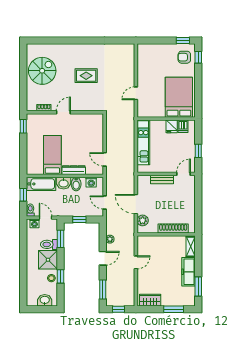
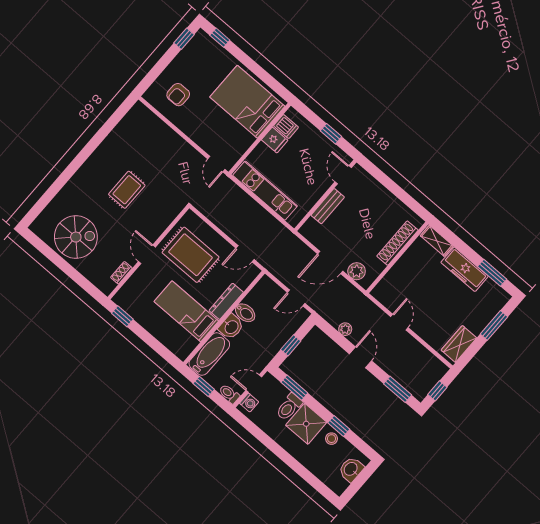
armchair: (184, 57) -> (178, 95), moved
spiral stairs: (42, 71) -> (76, 237), turned 90
door: (136, 93) -> (216, 164), moved
rug: (81, 134) -> (191, 255), added
washing machine: (91, 182) -> (258, 293), removed

